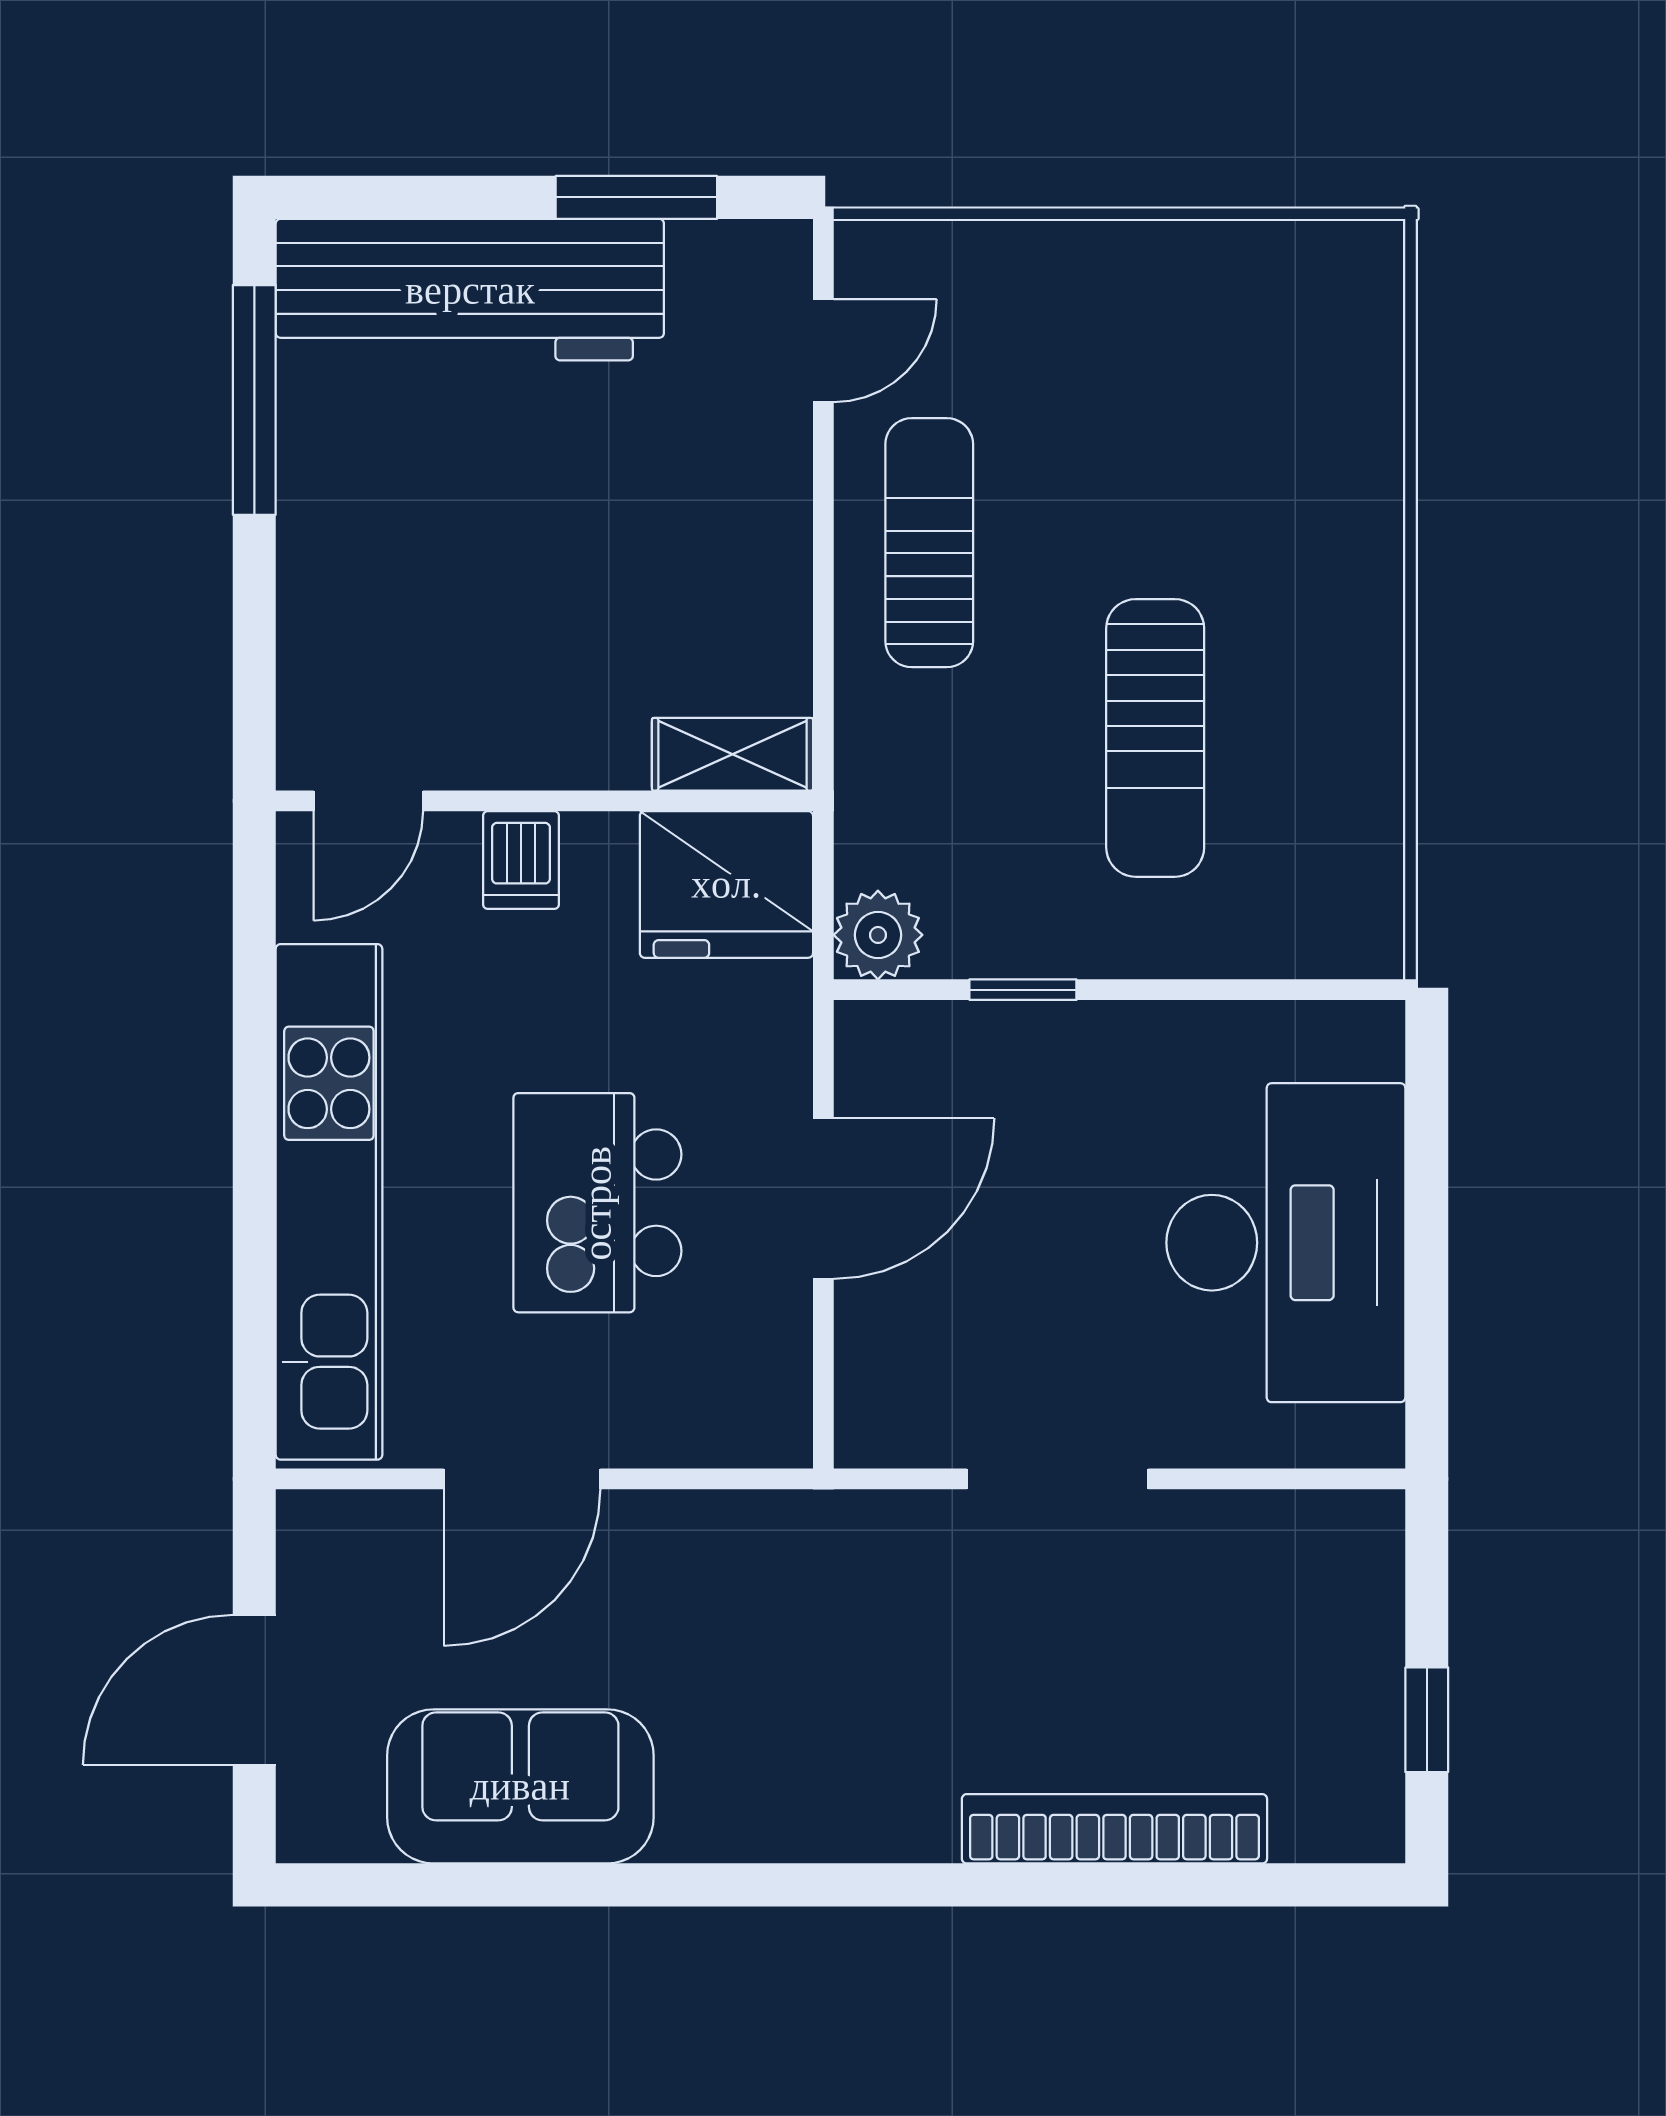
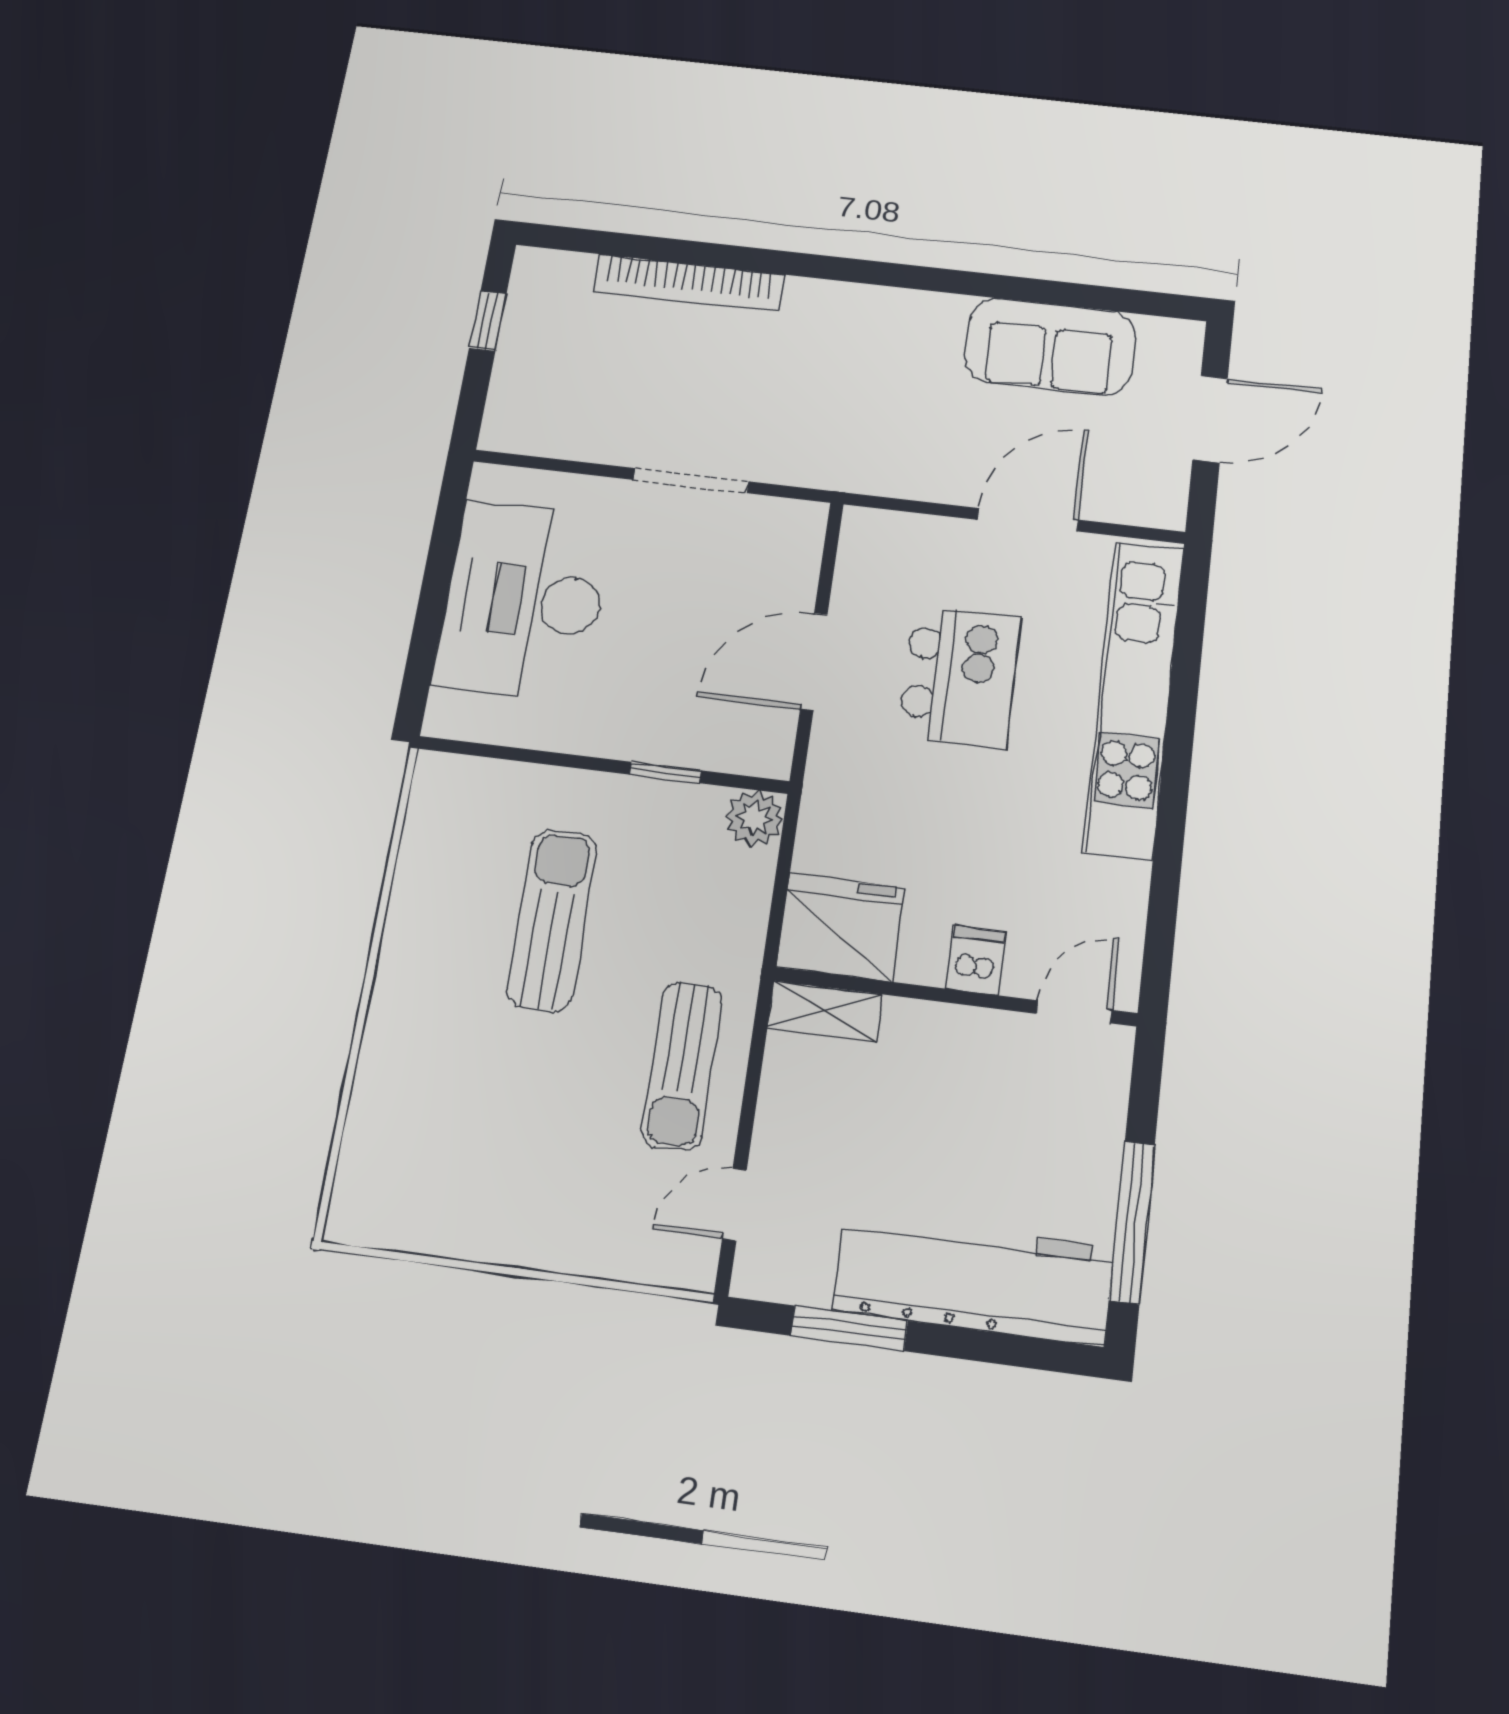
shelving: (732, 754) -> (825, 1011), moved
door: (368, 801) -> (1074, 1012), moved
wall: (544, 801) -> (955, 997), moved
dishwasher: (521, 860) -> (976, 960), moved
fridge: (726, 884) -> (840, 927), moved

